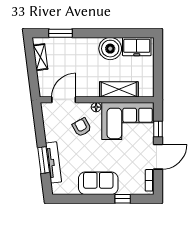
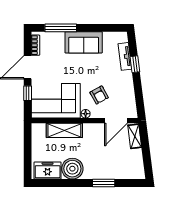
window: (61, 33) -> (104, 183), moved
shelving: (40, 57) -> (135, 136), moved
window: (44, 160) -> (135, 64), width x0.67
tv unit: (54, 162) -> (125, 56), width x0.71
window: (123, 199) -> (61, 28), width x2.17

